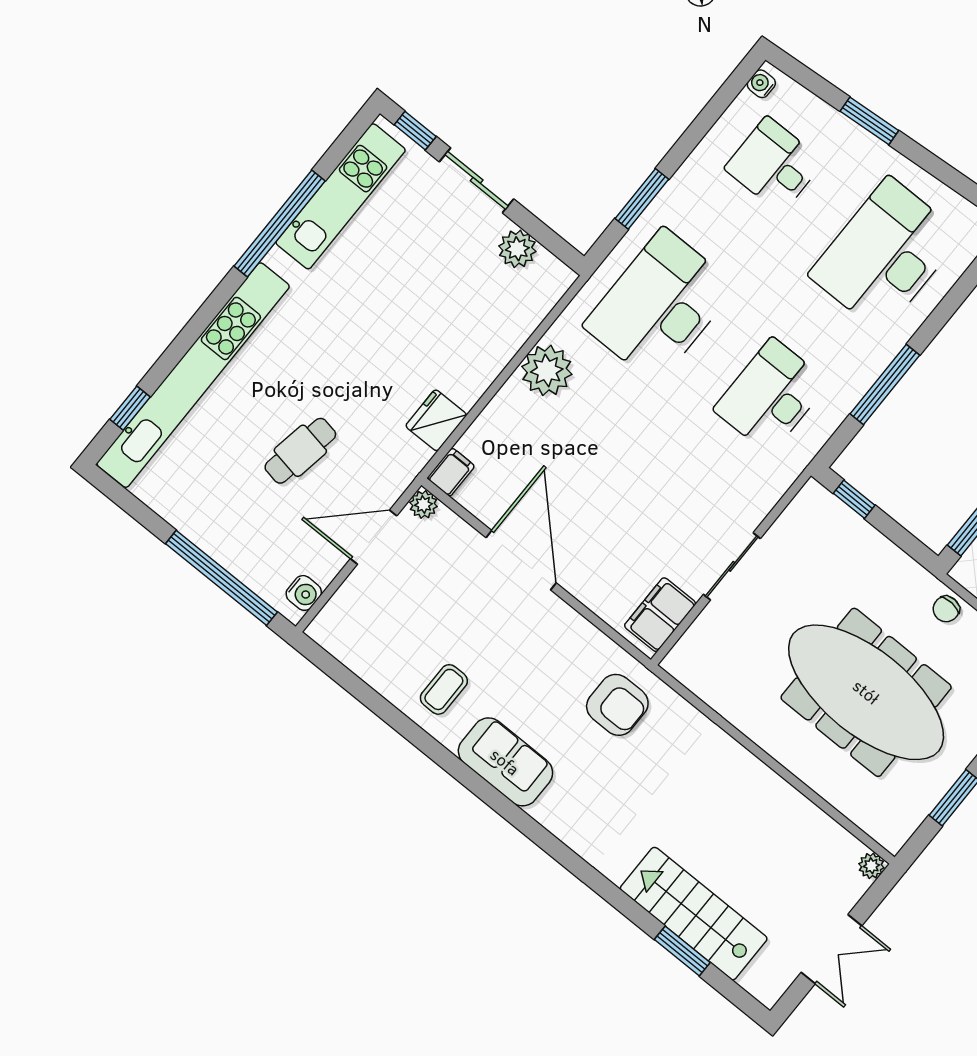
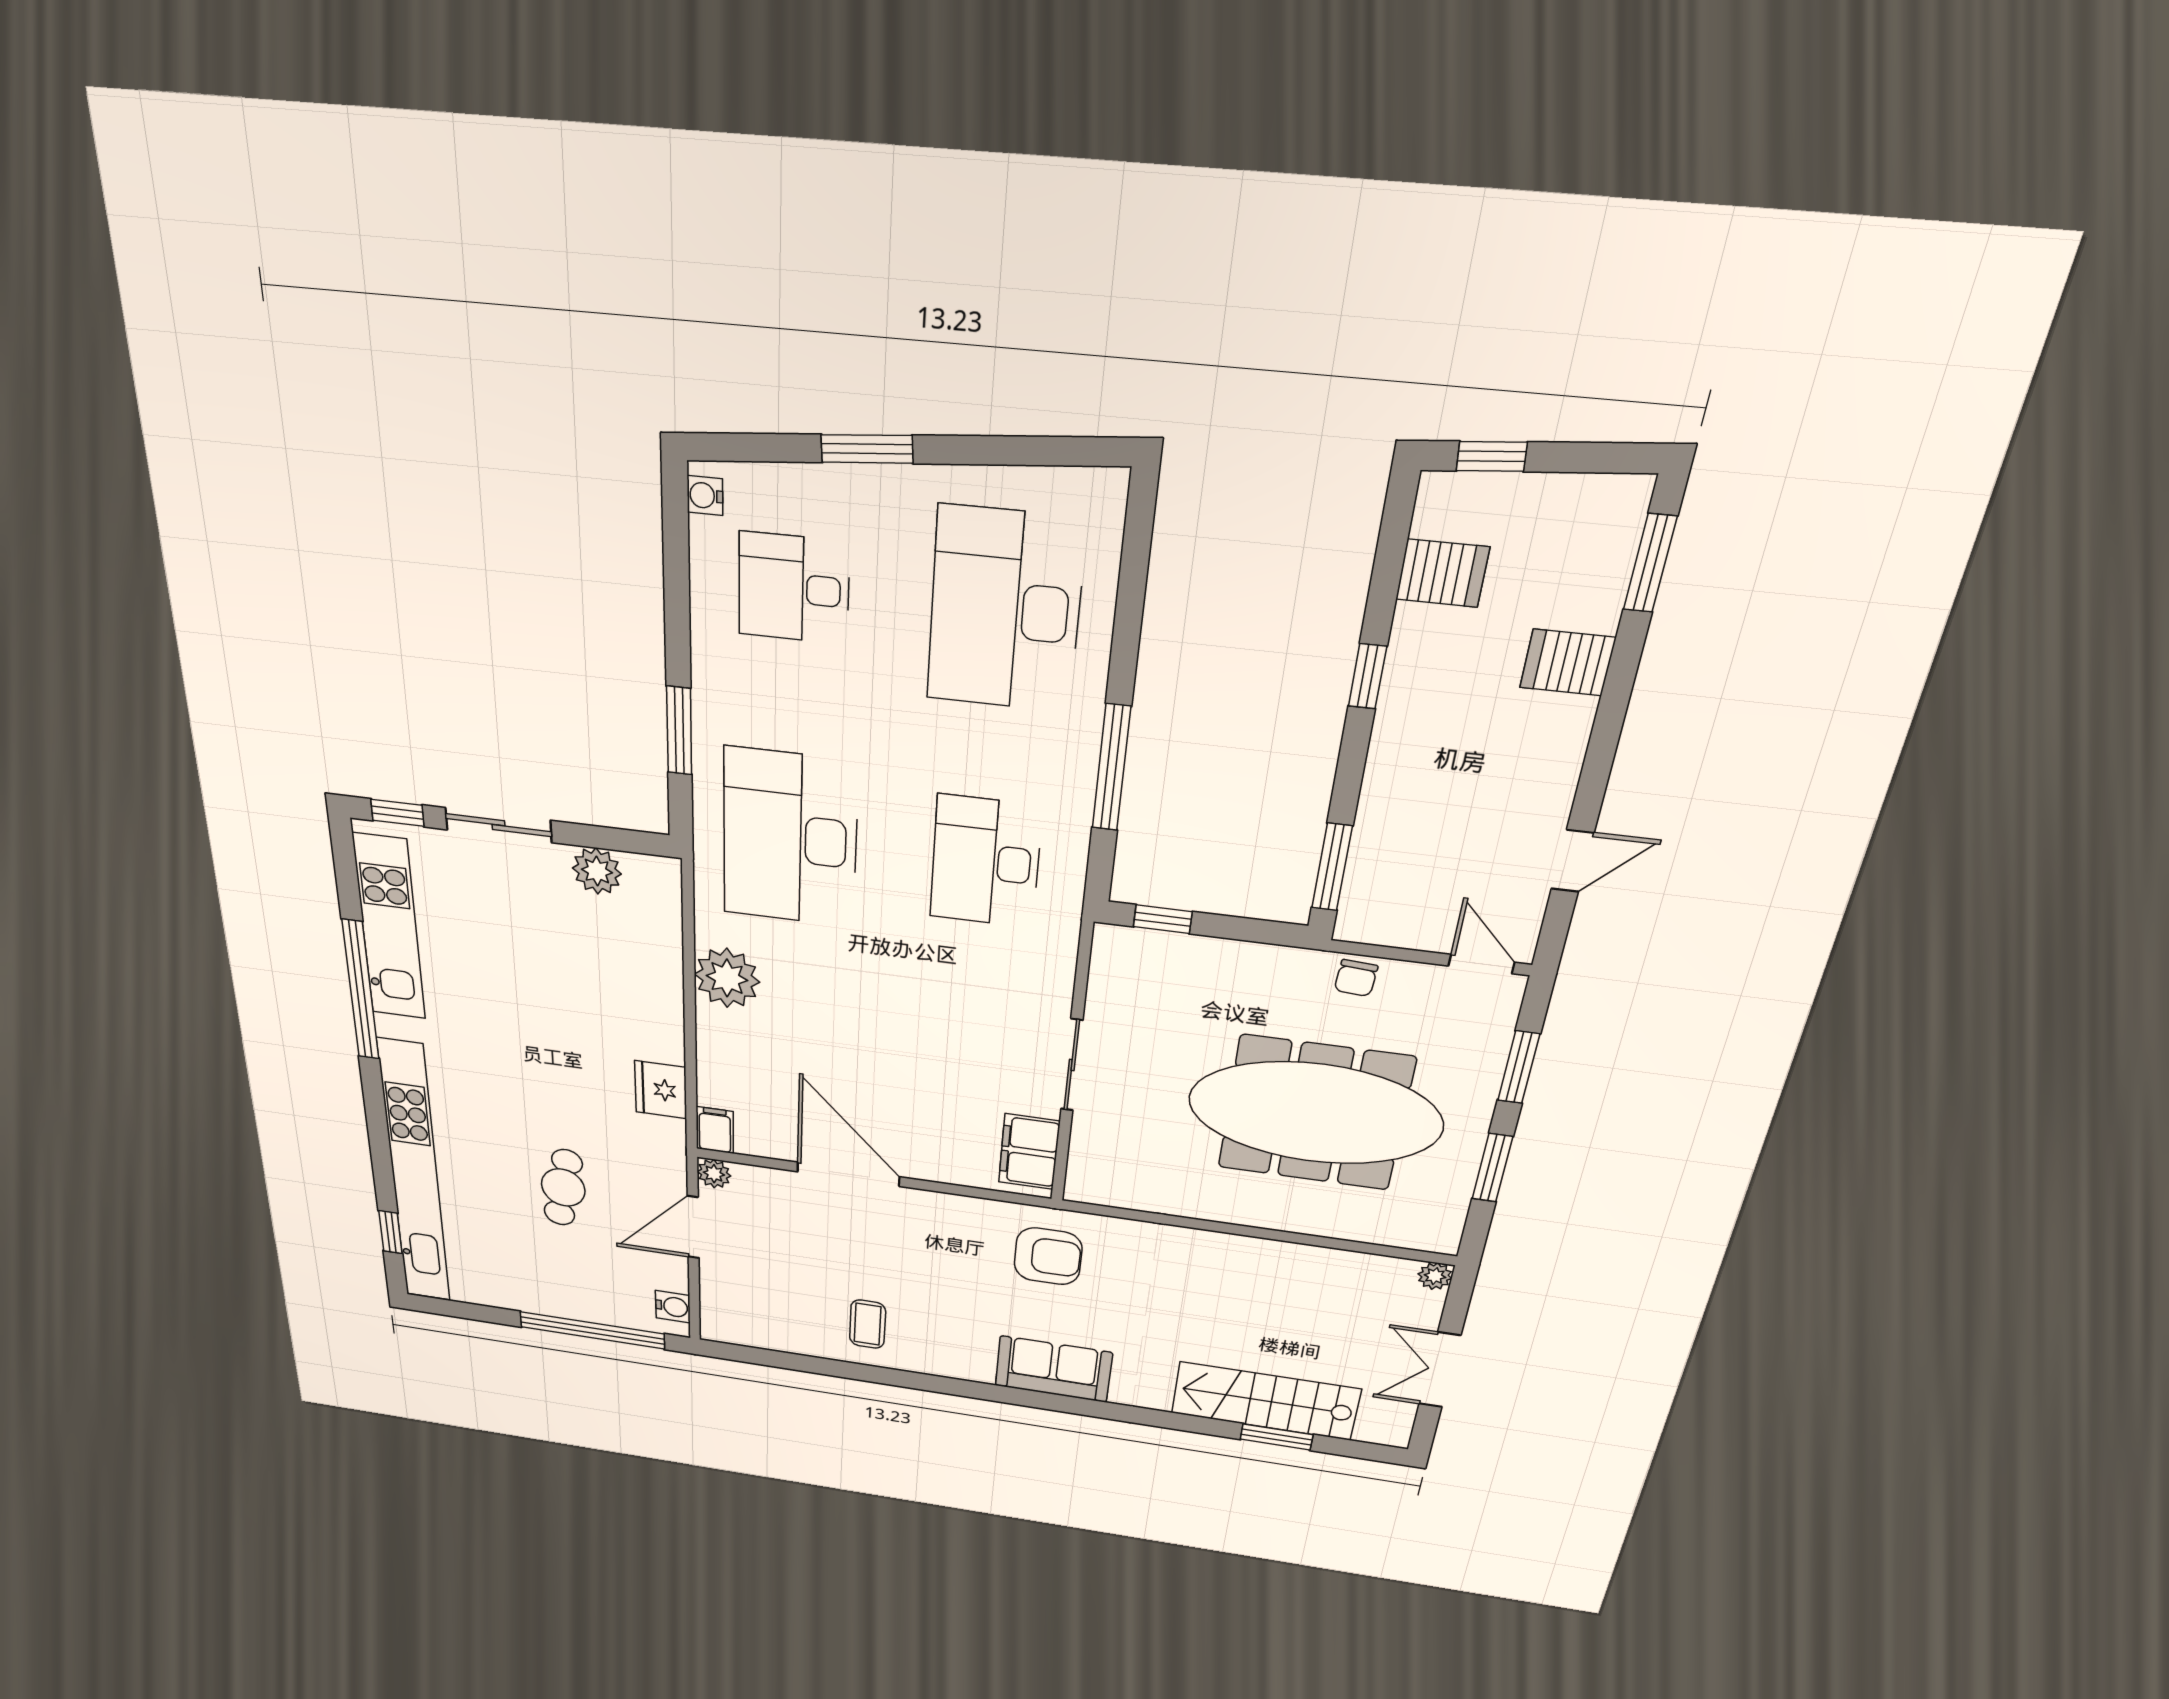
sofa: (505, 762) -> (1053, 1369), moved
double door: (831, 949) -> (1440, 1370), swing flipped

